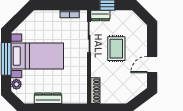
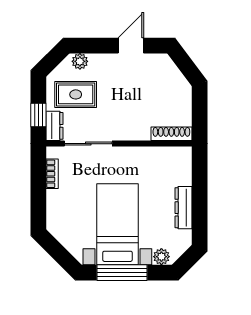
plant: (142, 32) -> (80, 61), added
rug: (116, 49) -> (76, 94), moved
door: (152, 65) -> (131, 46), swing flipped

